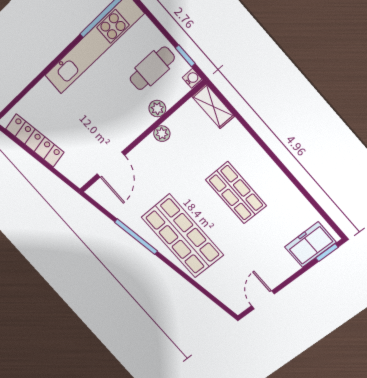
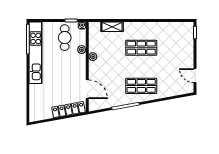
shelving: (213, 106) -> (112, 27), moved
locker: (35, 141) -> (69, 110), moved
shop shelf: (182, 236) -> (141, 86), width x0.70, depth x0.74
freezer: (310, 245) -> (187, 36), removed

